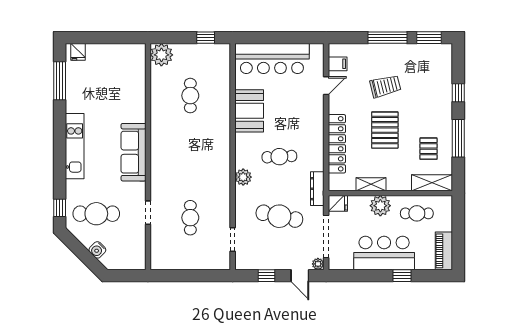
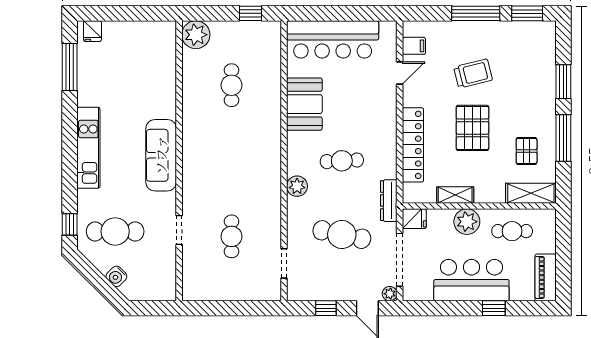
window: (458, 93) -> (563, 82), width x1.50

